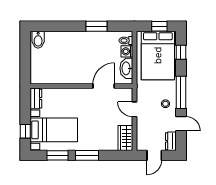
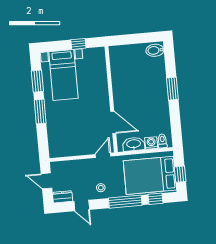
window: (97, 26) -> (172, 89), moved
window: (181, 92) -> (125, 202), moved
dresser: (36, 99) -> (94, 54), removed
door: (134, 109) -> (103, 155), moved
door: (181, 124) -> (82, 206), hinge flipped
window: (25, 131) -> (78, 44), moved
wardrobe: (125, 138) -> (62, 150), removed

